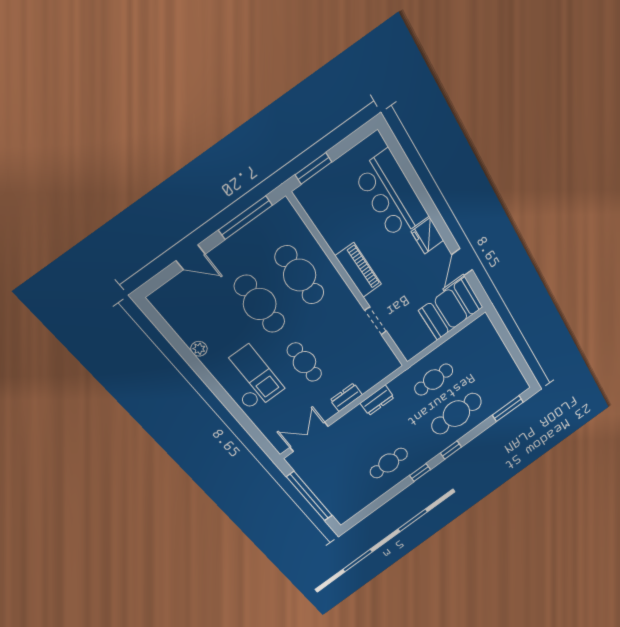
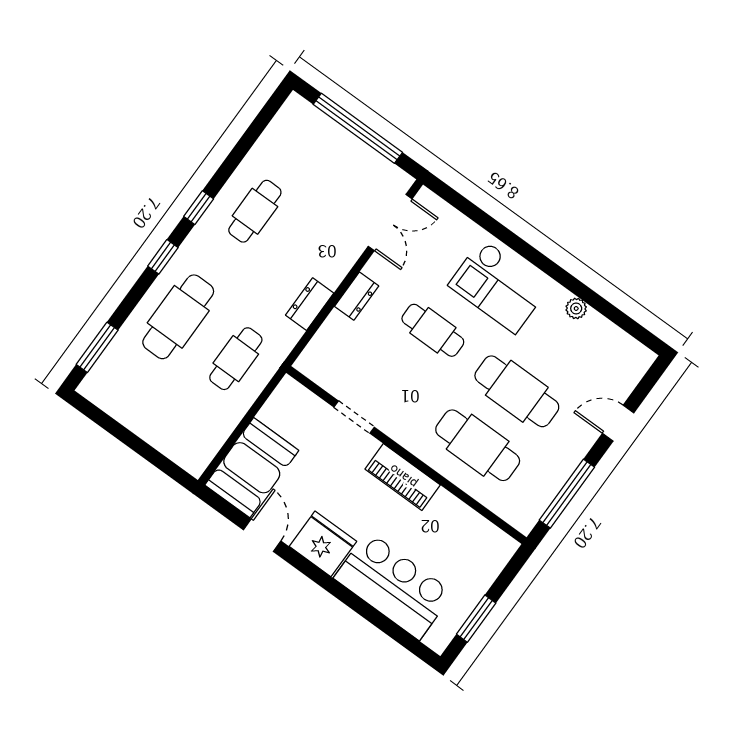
window: (313, 168) -> (476, 619), moved
fridge: (427, 236) -> (323, 544), width x1.36, depth x1.34

